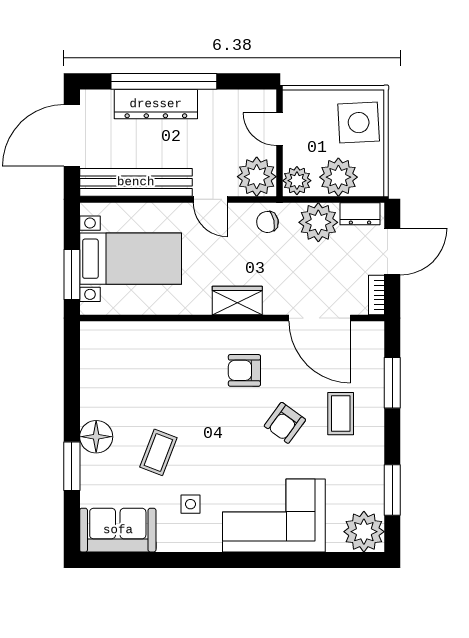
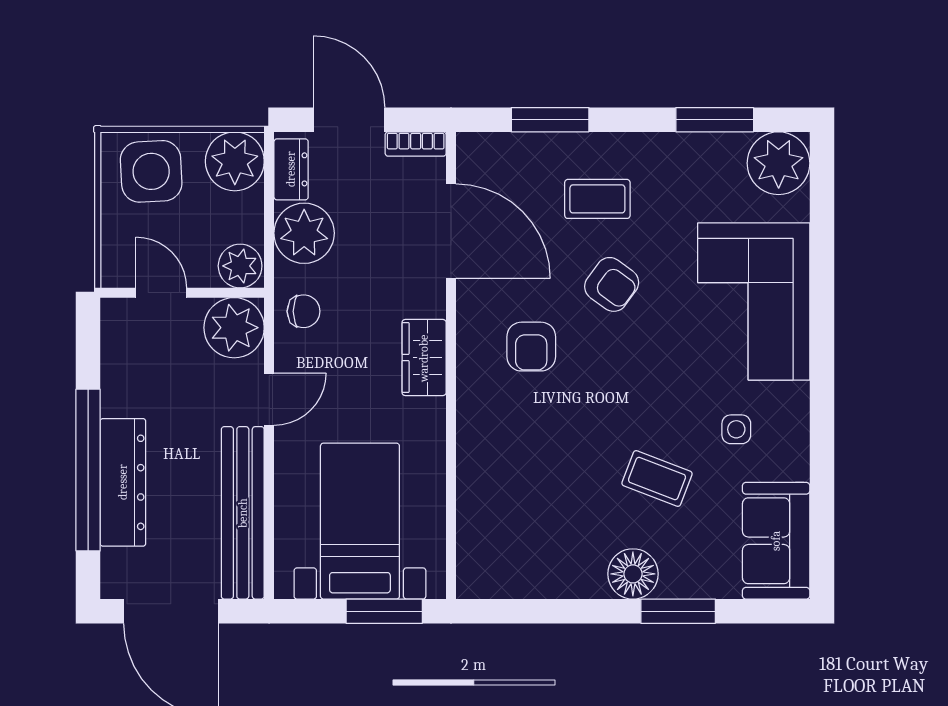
door: (280, 129) -> (161, 293), swing flipped
plant: (338, 177) -> (235, 161), moved
chair: (267, 222) -> (304, 311), turned -78
door: (320, 318) -> (451, 231), hinge flipped

